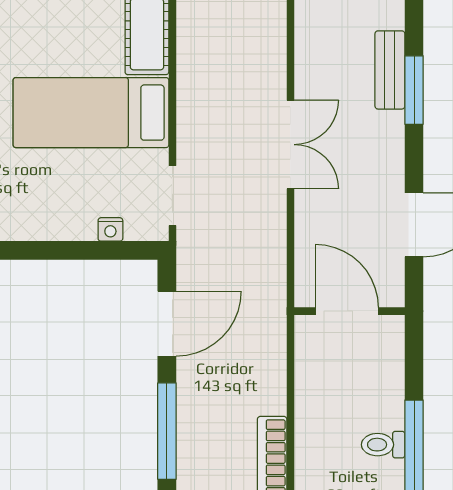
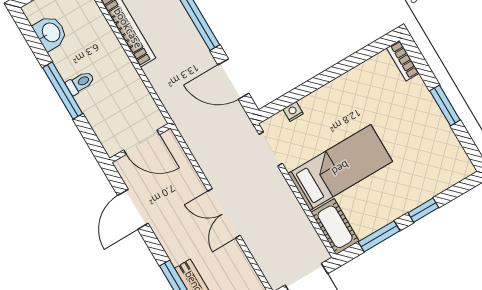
door: (167, 324) -> (233, 79), hinge flipped

